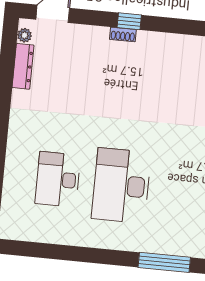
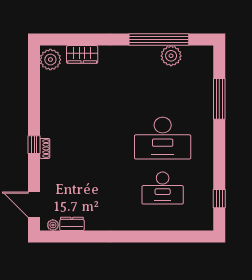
dresser: (23, 66) -> (72, 224), width x0.70
window: (37, 250) -> (219, 199), added

